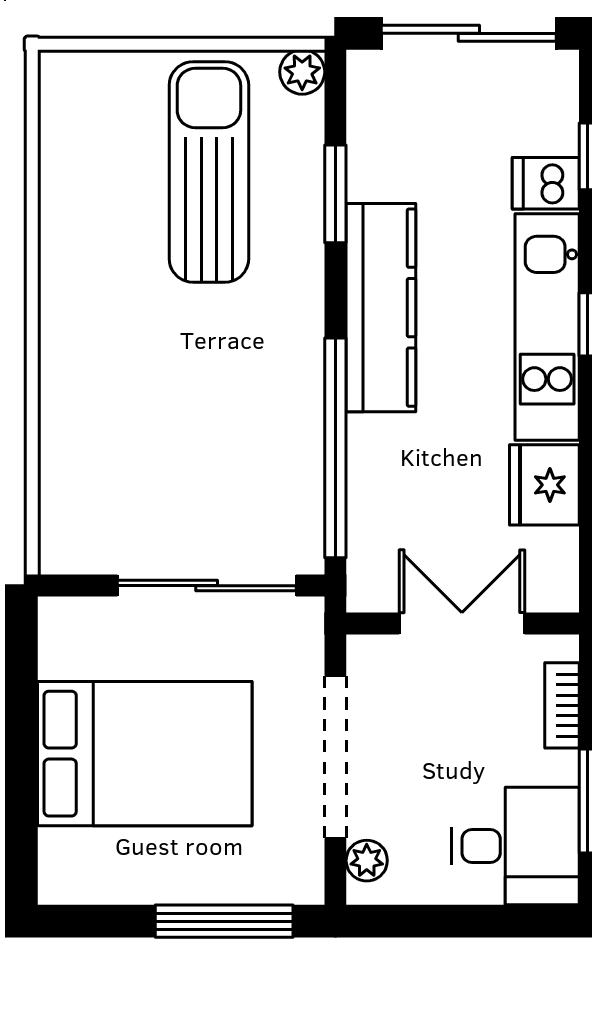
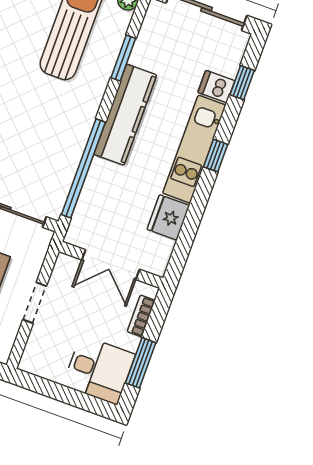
double door: (462, 623) -> (111, 265), swing flipped
doorway: (335, 757) -> (35, 303), width x0.53
plant: (367, 861) -> (32, 353), removed

